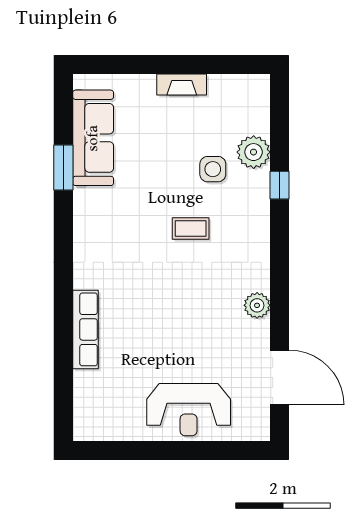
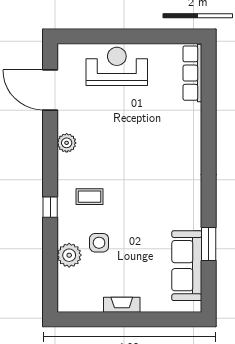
window: (279, 185) -> (50, 207), moved
coffee table: (191, 228) -> (89, 197), moved
row of seats: (86, 329) -> (192, 73), moved

